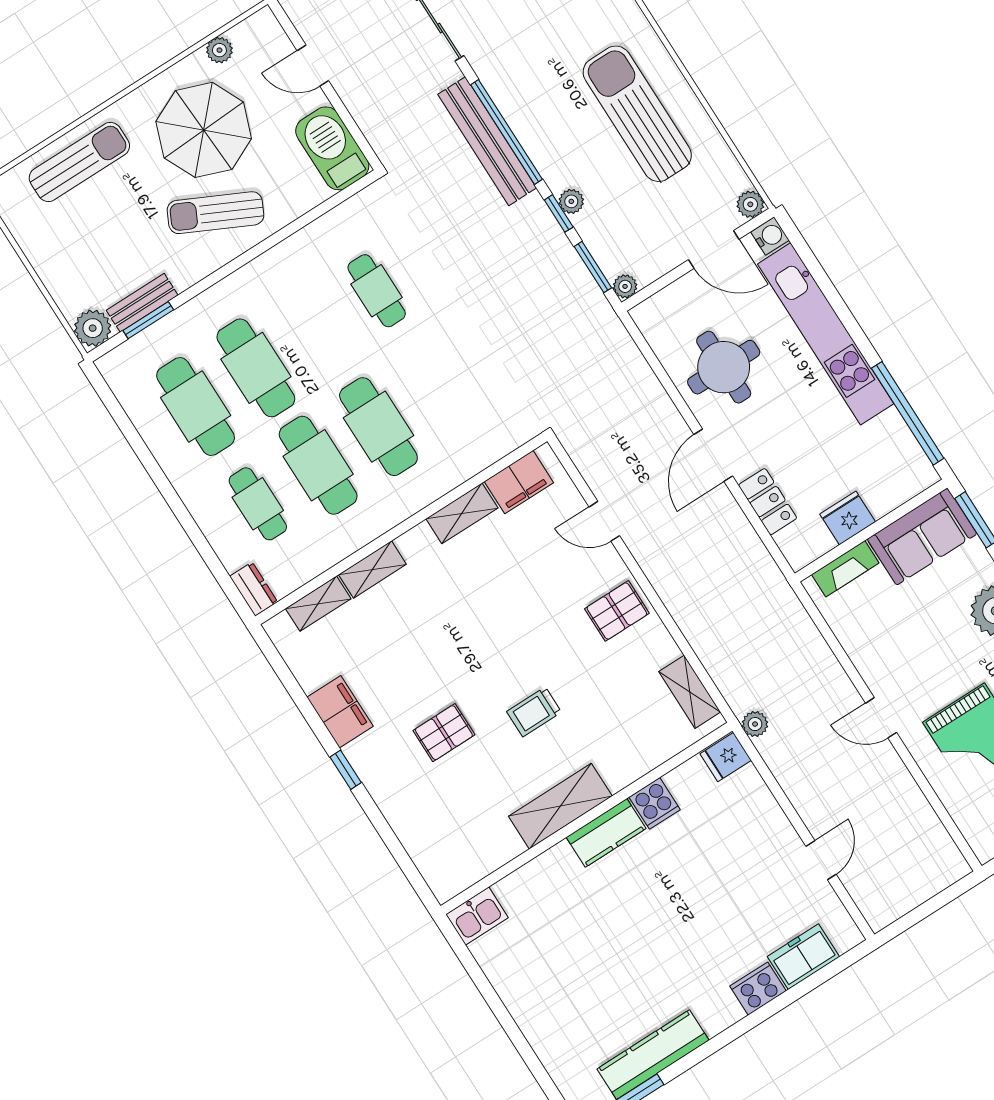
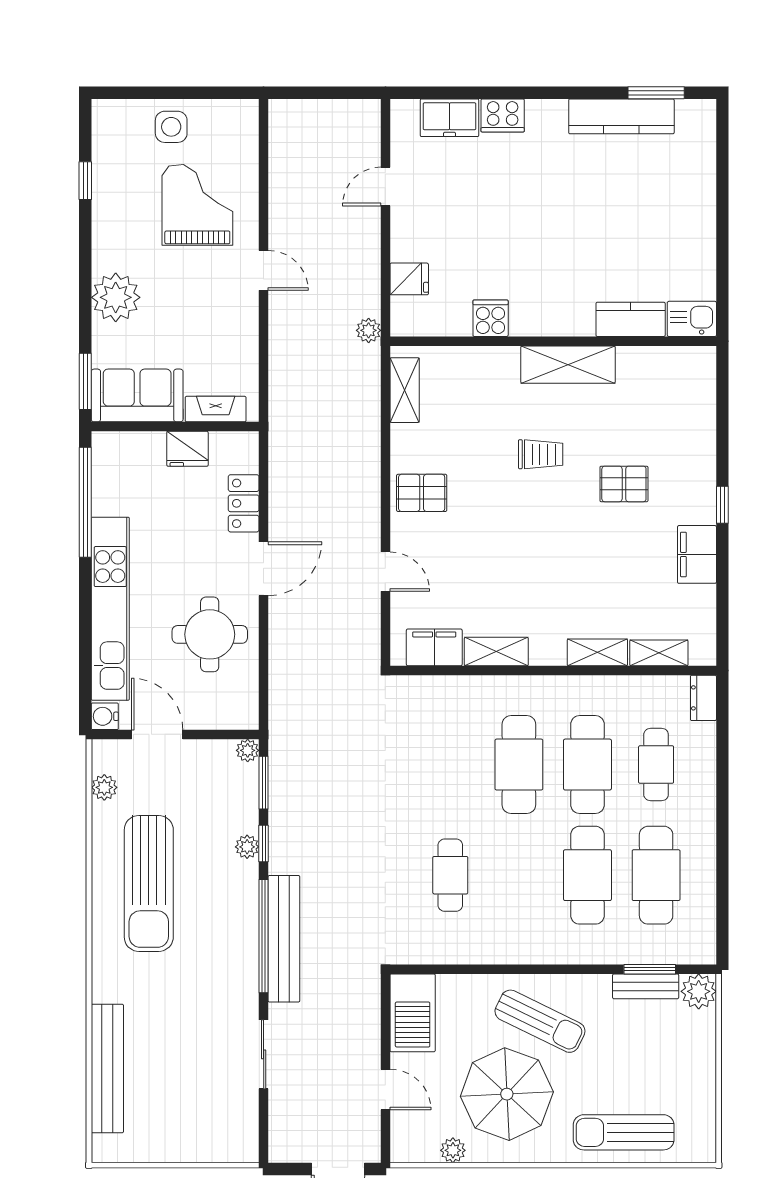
plant: (750, 204) -> (104, 787), moved
fridge: (726, 757) -> (409, 279), moved
kitchen counter: (606, 833) -> (631, 319), moved

